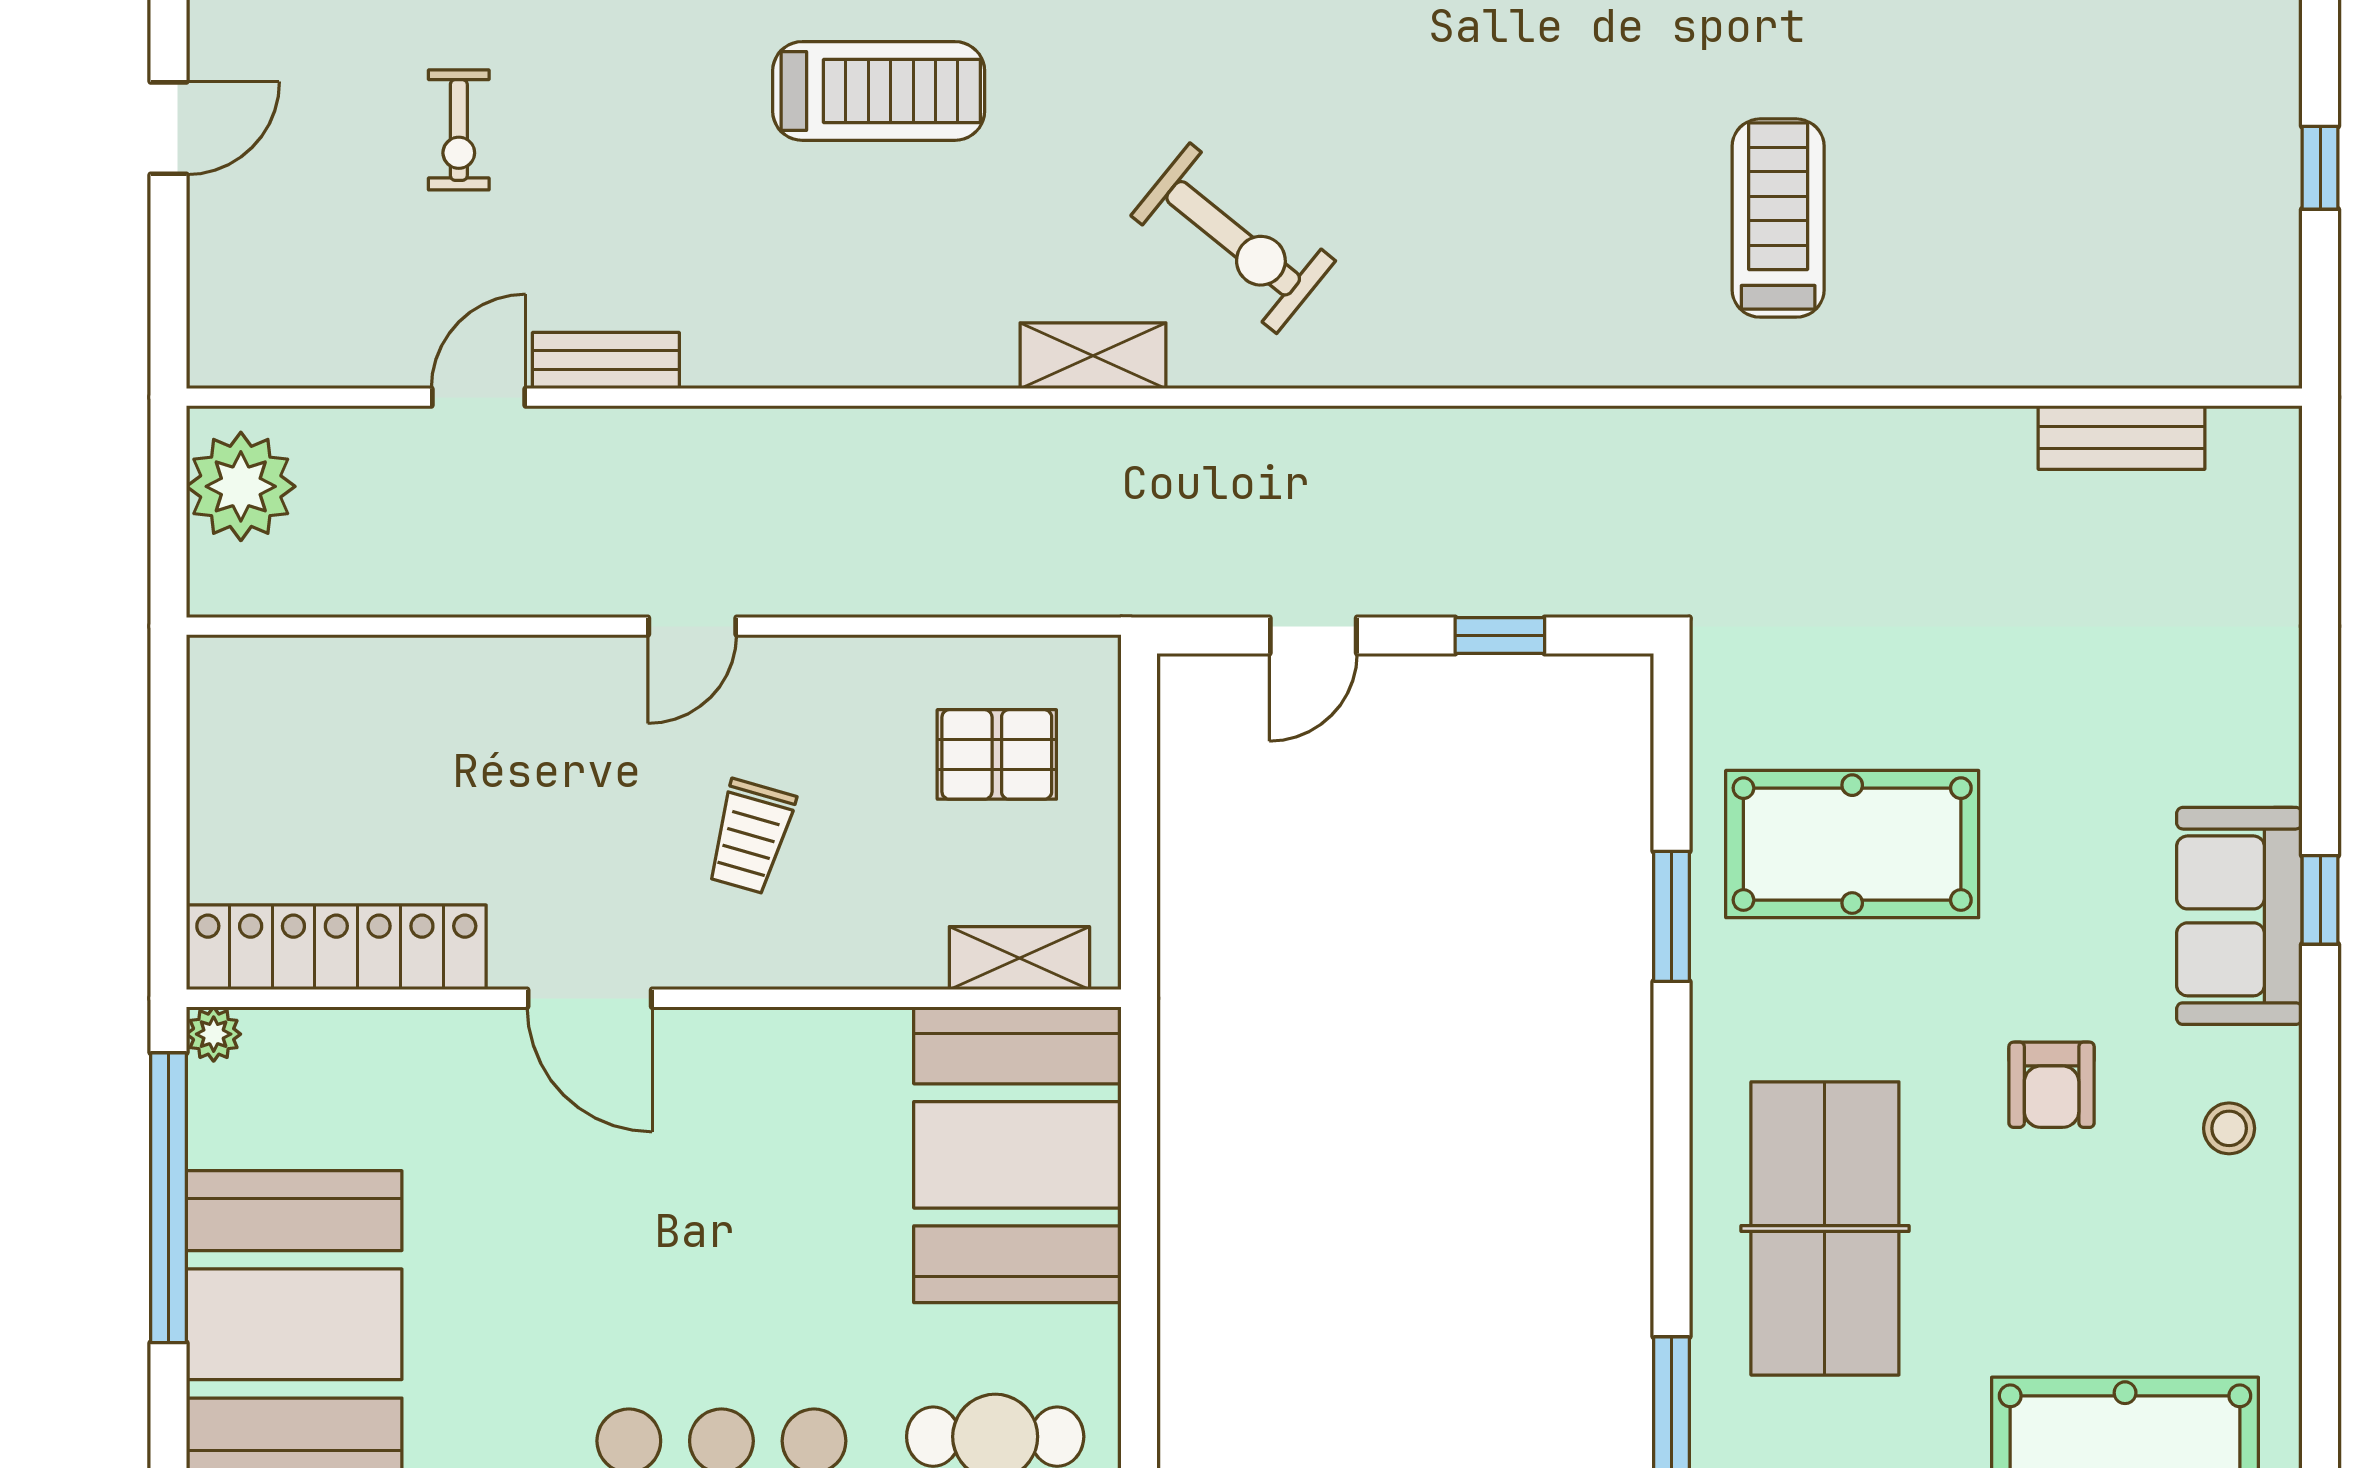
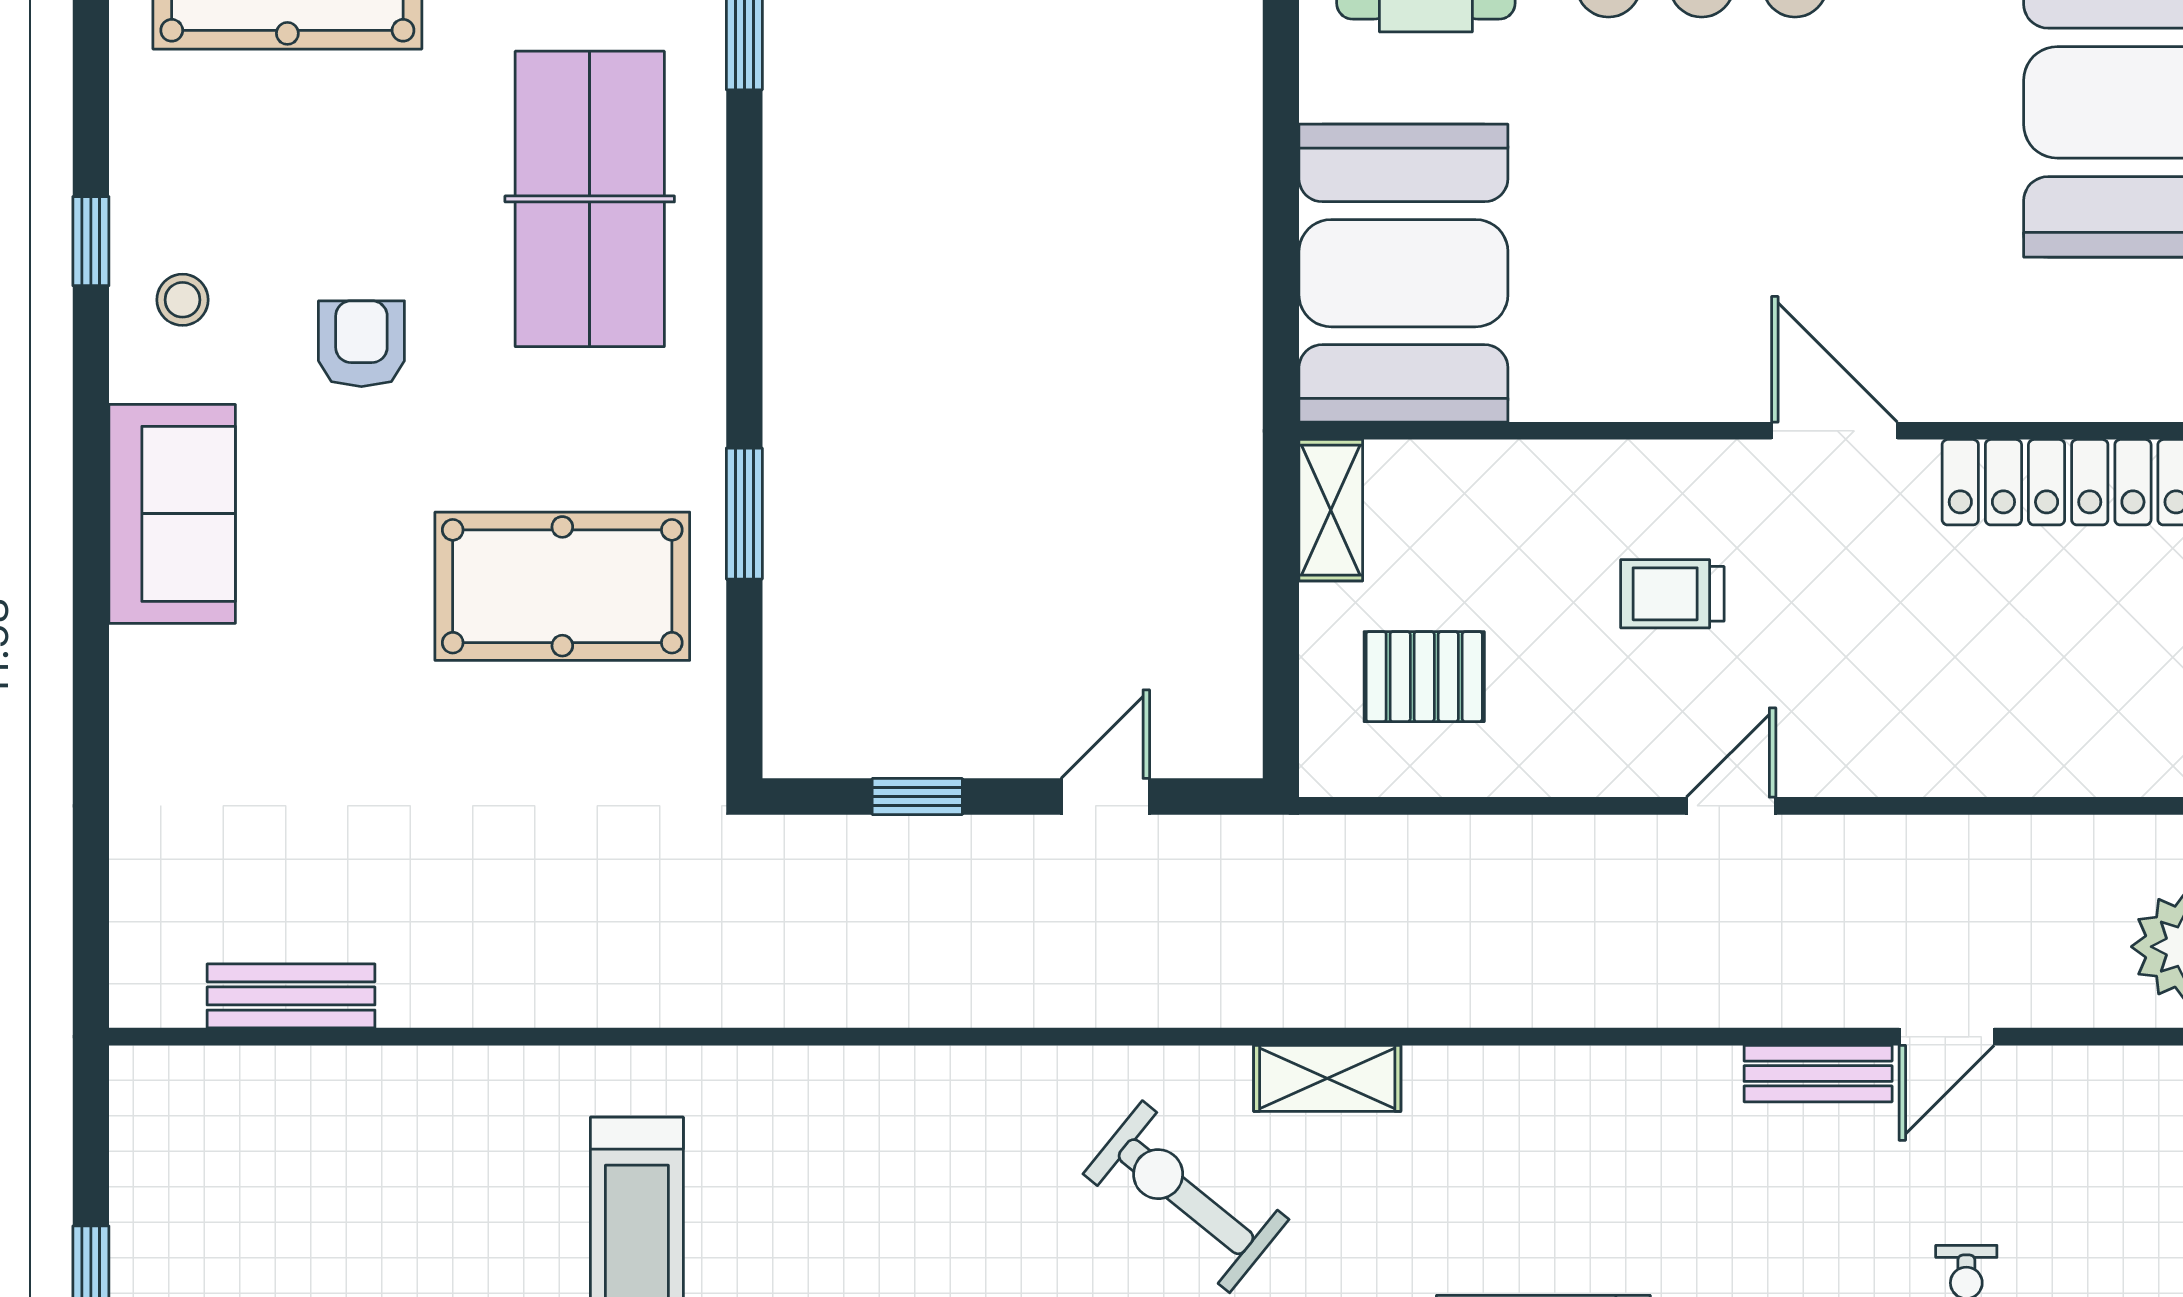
trolley: (750, 837) -> (1672, 594), turned -106
window: (2320, 900) -> (91, 241), moved
shelving: (1019, 958) -> (1331, 510), moved, turned 90

